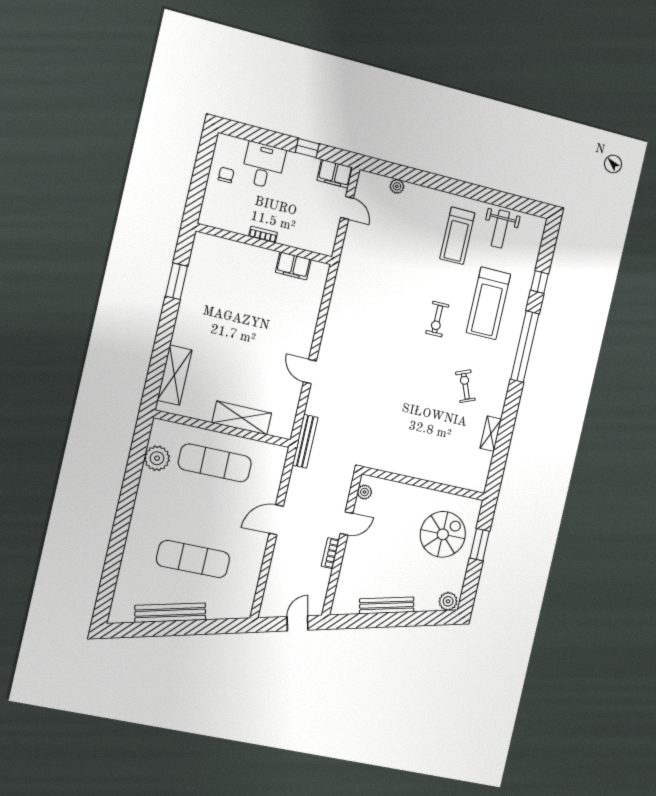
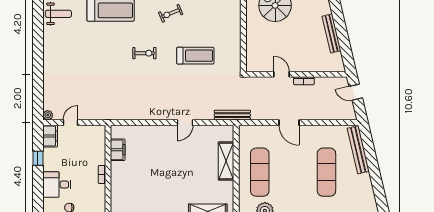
plant: (397, 186) -> (48, 115), moved
treadmill: (457, 236) -> (195, 56), moved
exercise bike: (437, 319) -> (144, 53), moved
plant: (364, 492) -> (258, 67), removed
bench: (170, 613) -> (358, 150), moved

